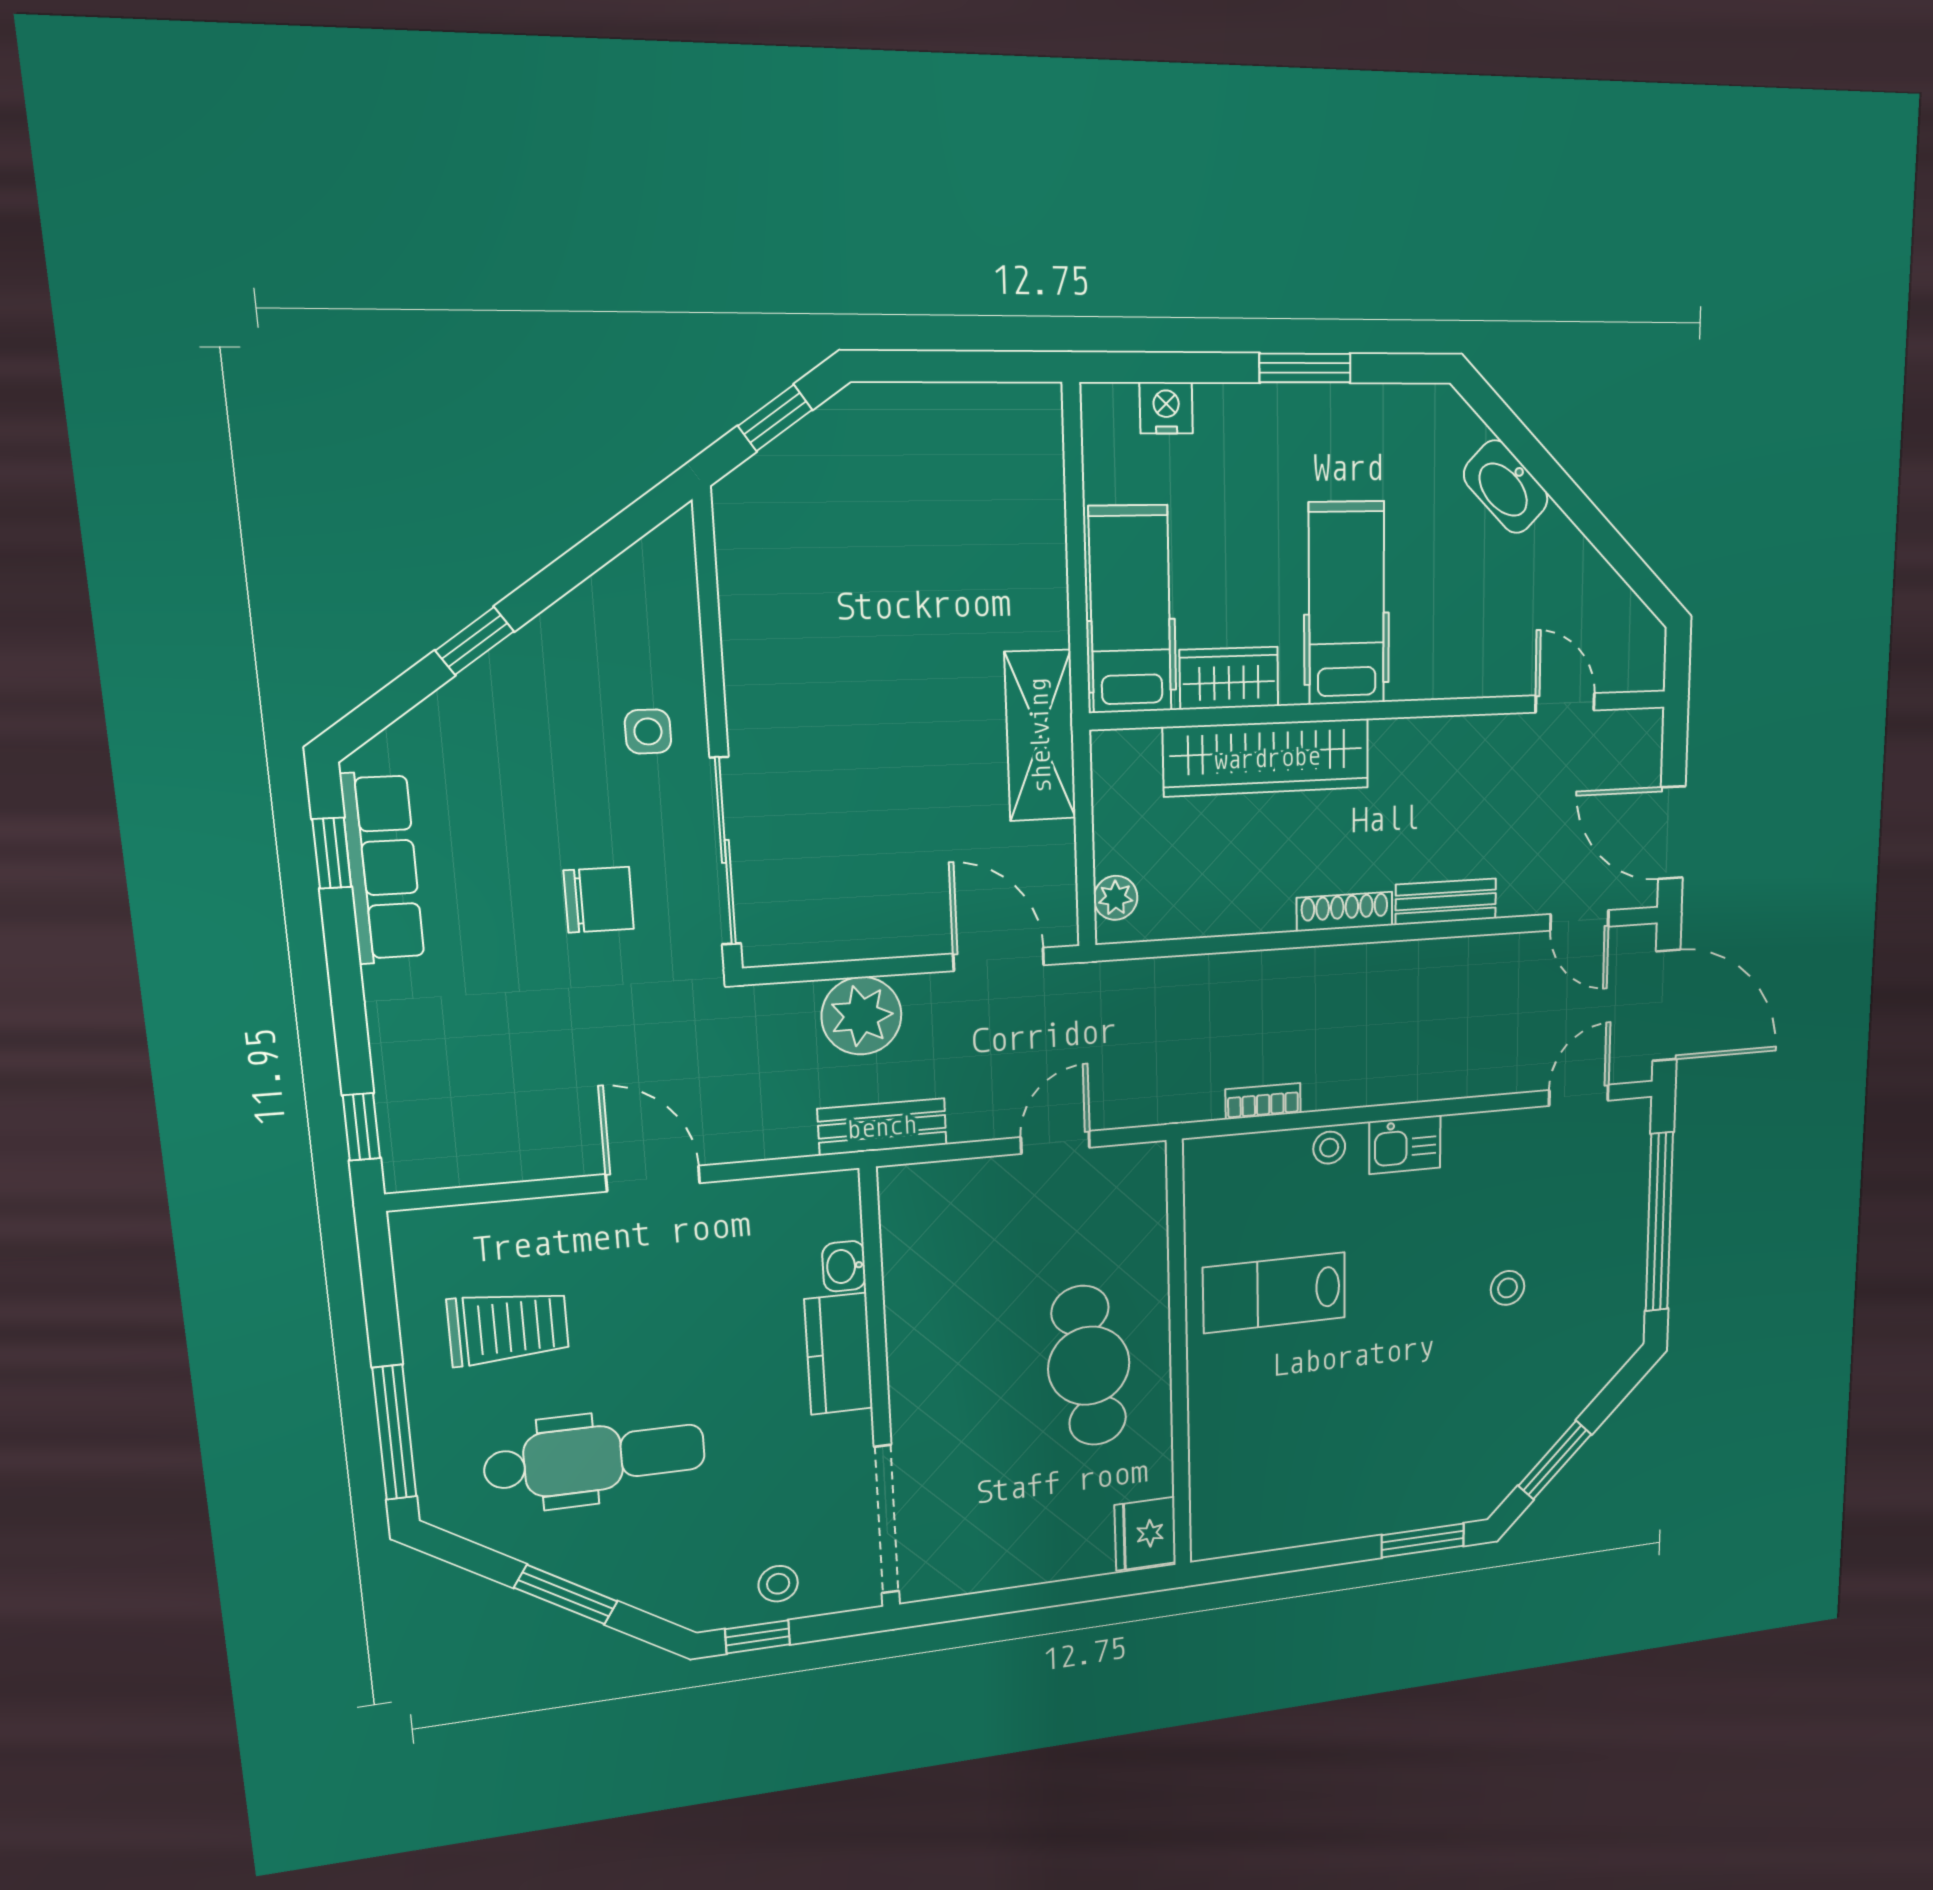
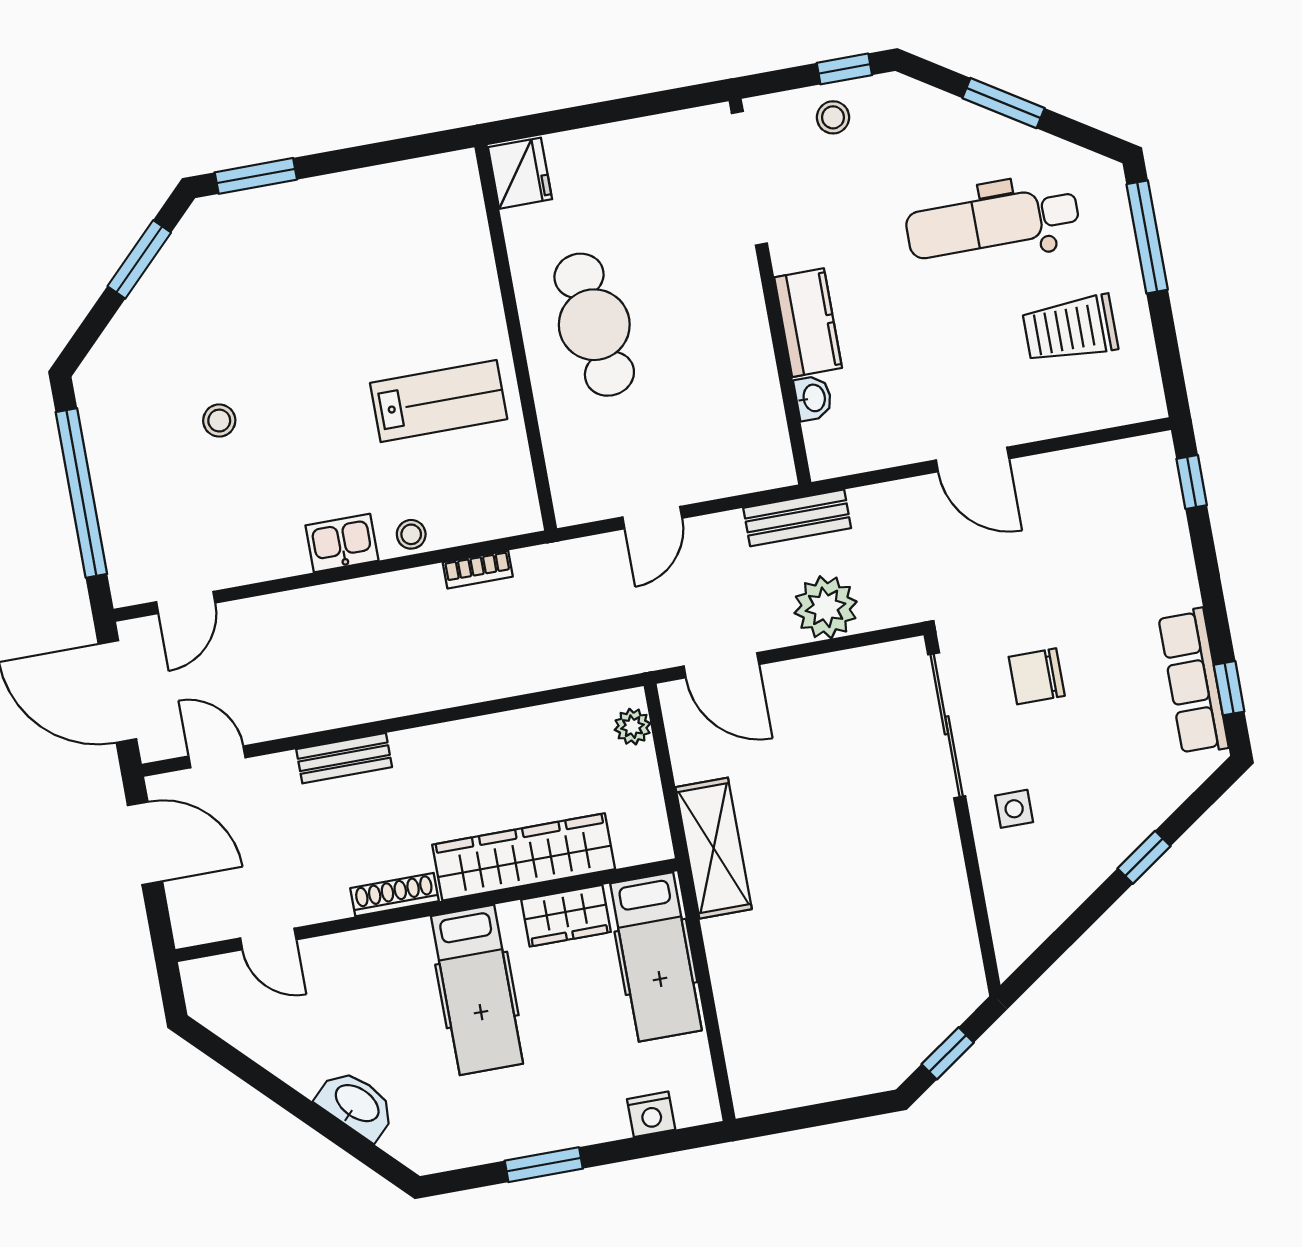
shoe rack: (1345, 912) -> (394, 895), moved, turned 180

